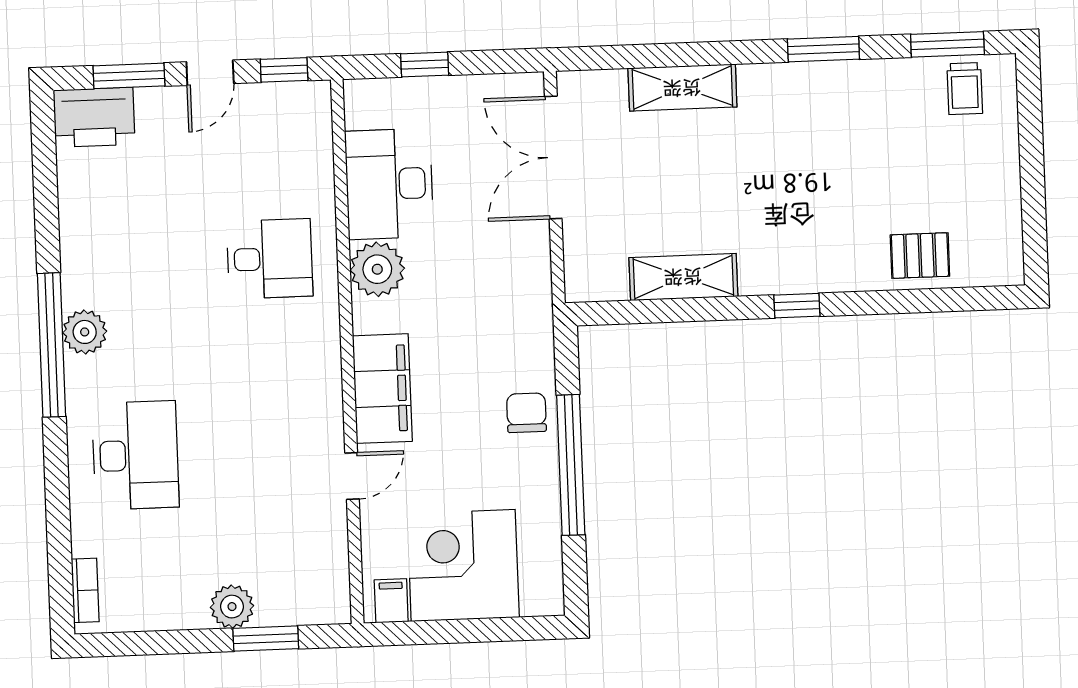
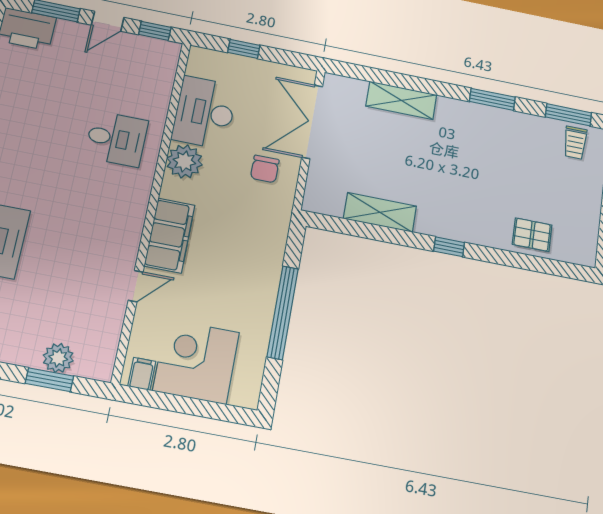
chair: (526, 413) -> (265, 169), moved, turned 180
plant: (232, 607) -> (58, 358), moved

